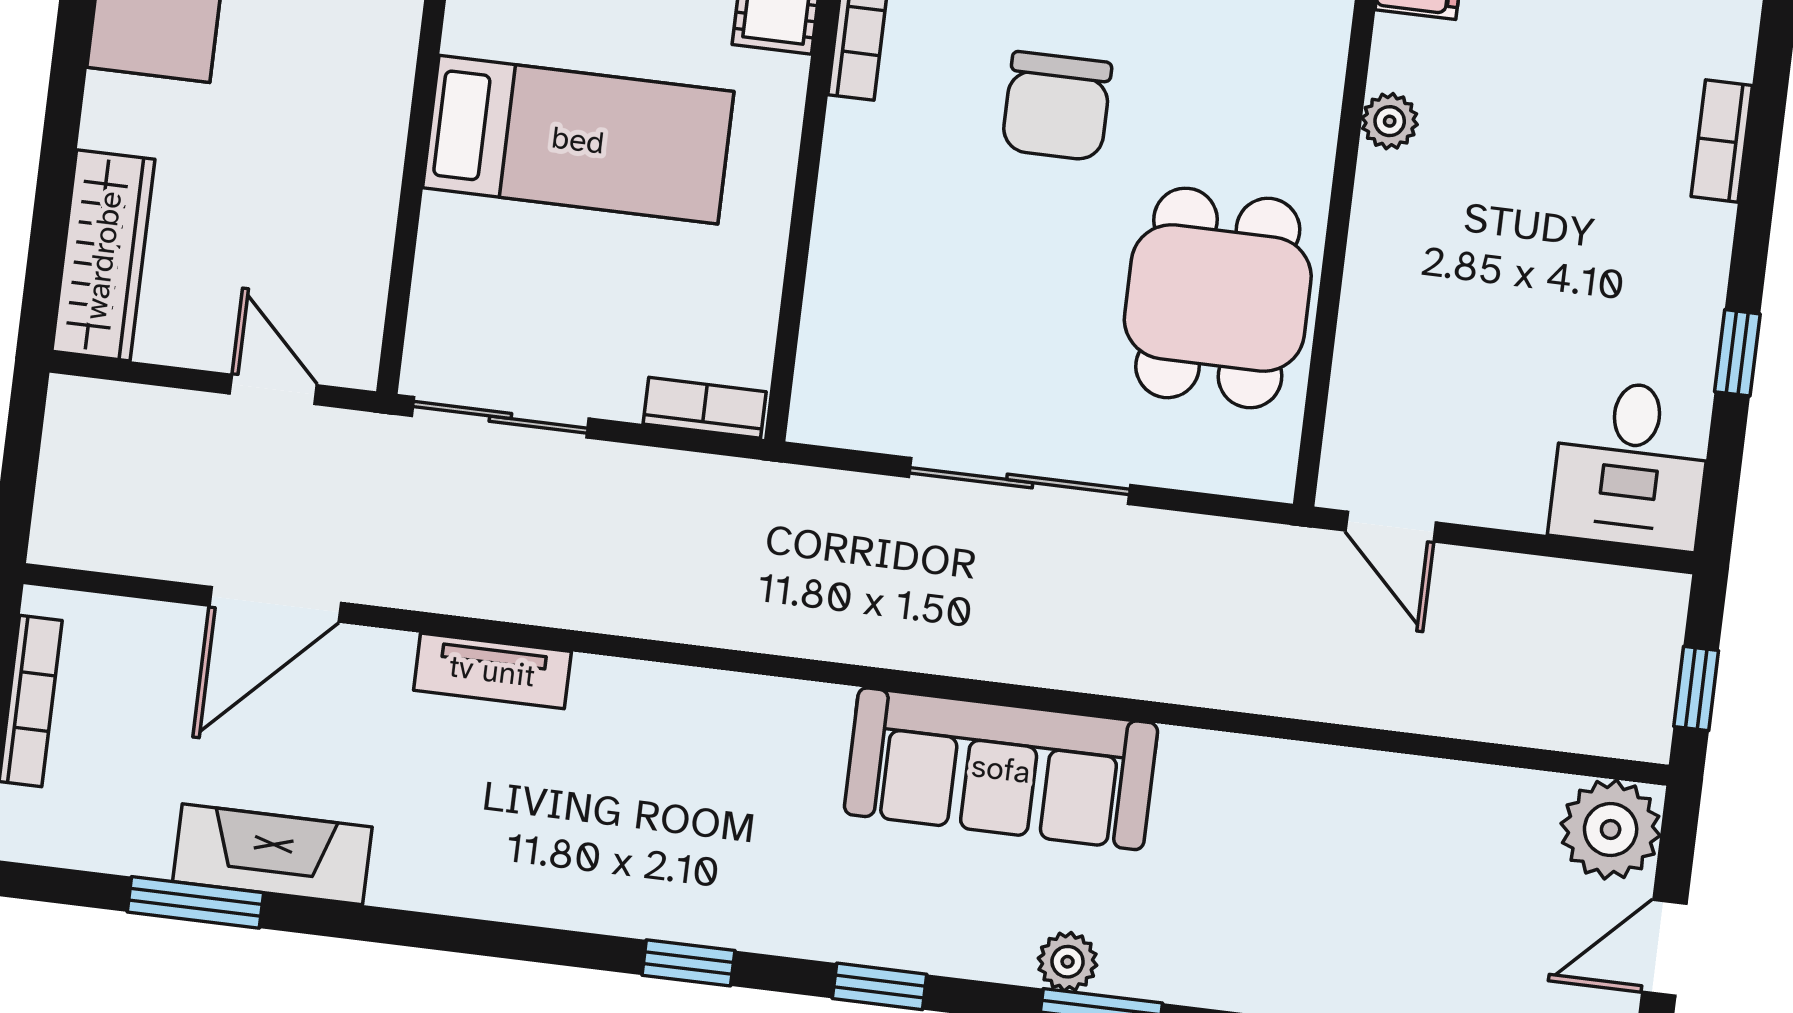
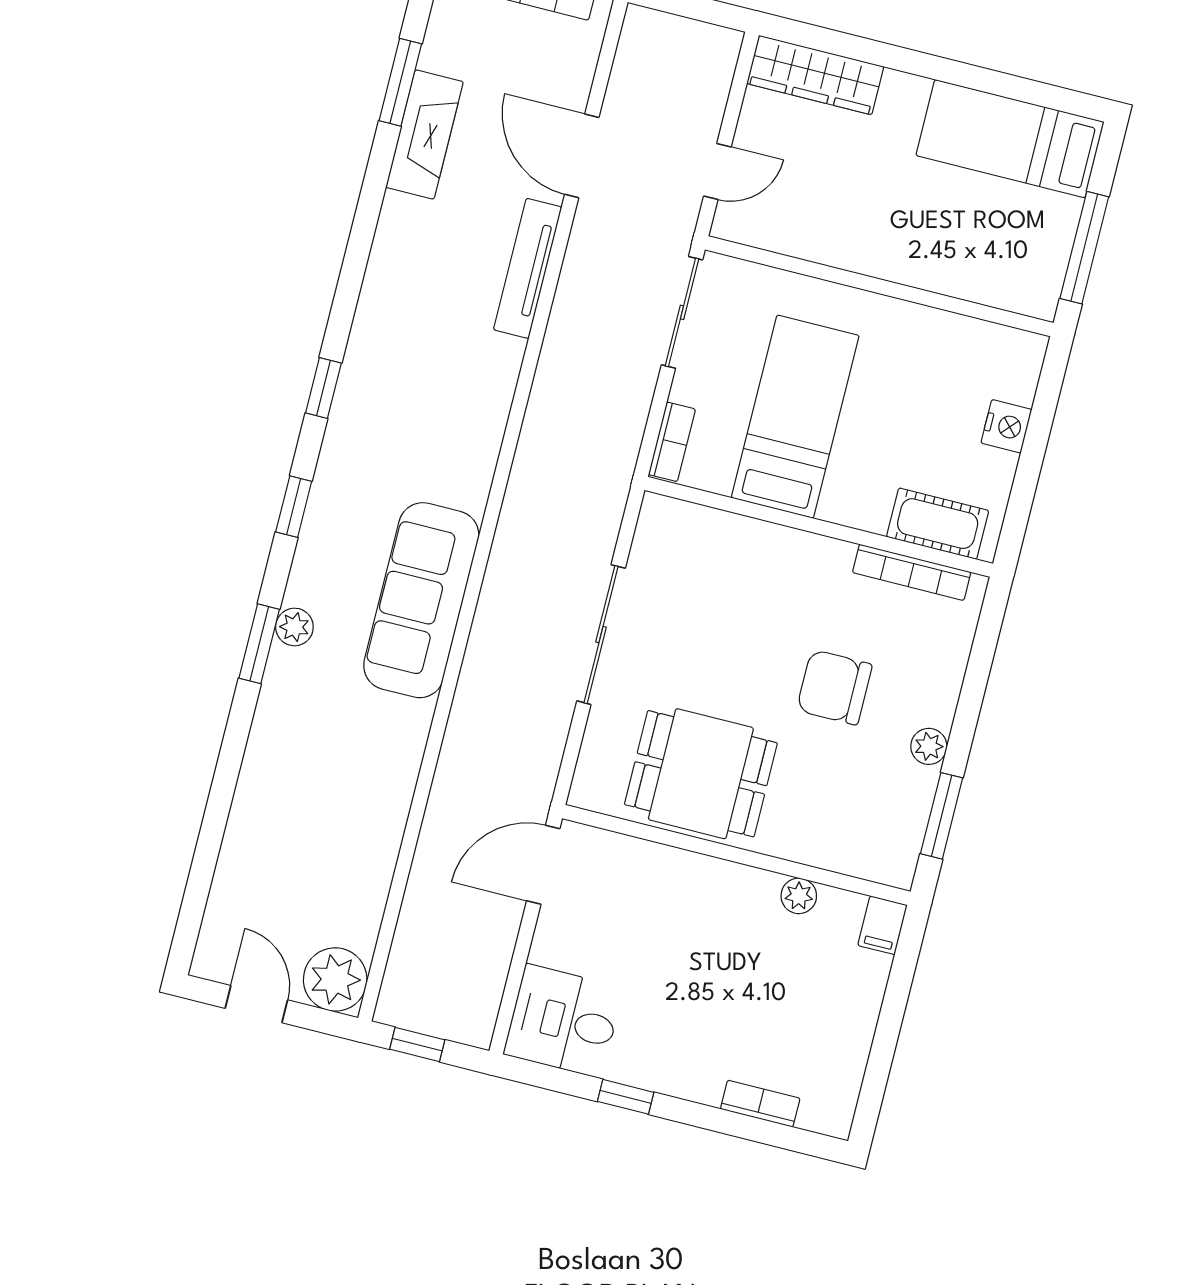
bed: (578, 140) -> (795, 417), moved, turned 180
door: (1391, 527) -> (543, 865), width x1.38
tv unit: (492, 671) -> (528, 268), width x1.41

